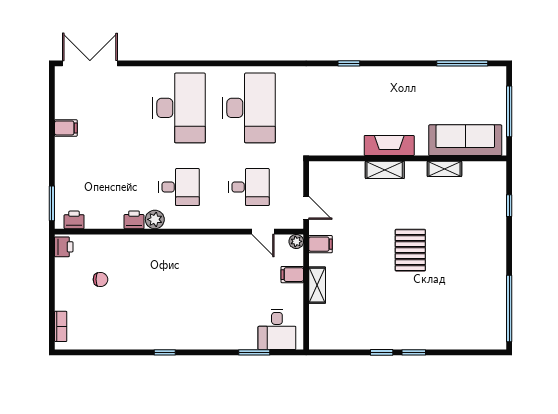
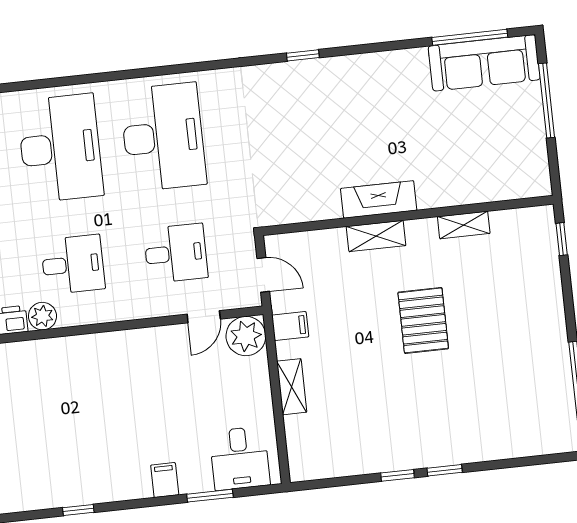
sofa: (465, 140) -> (484, 63), moved, turned 180
fireplace: (389, 145) -> (379, 199), moved
wall: (408, 158) -> (408, 216), moved
shelving: (444, 169) -> (464, 225), moved
shelving: (385, 170) -> (376, 236), moved
door: (263, 232) -> (204, 317), hinge flipped
plant: (296, 241) -> (246, 336), width x1.87, depth x1.87
filing cabinet: (292, 275) -> (165, 480), moved, turned 90

